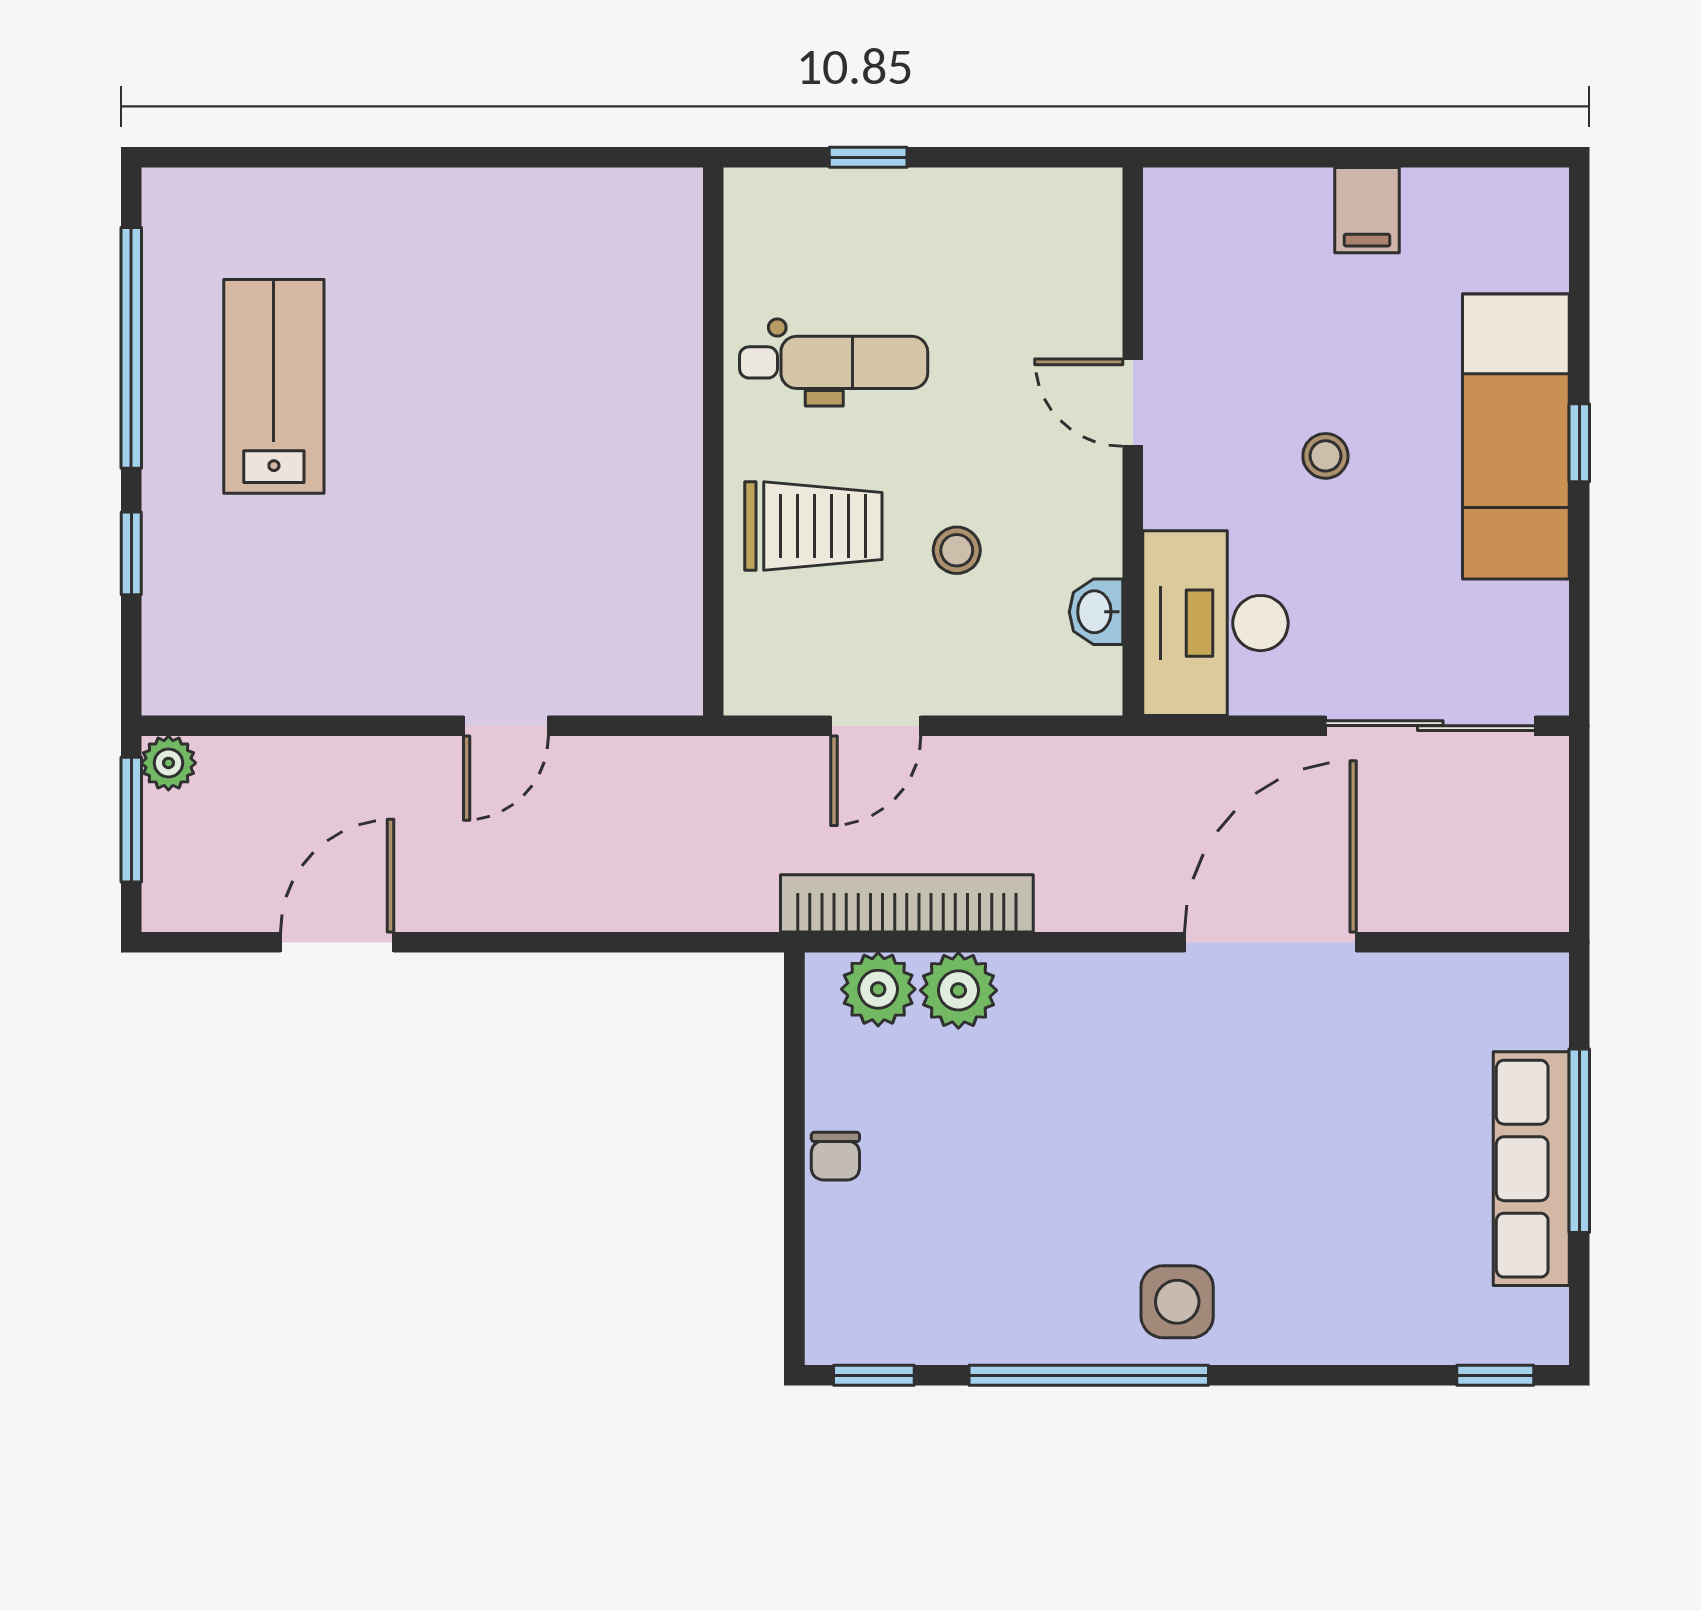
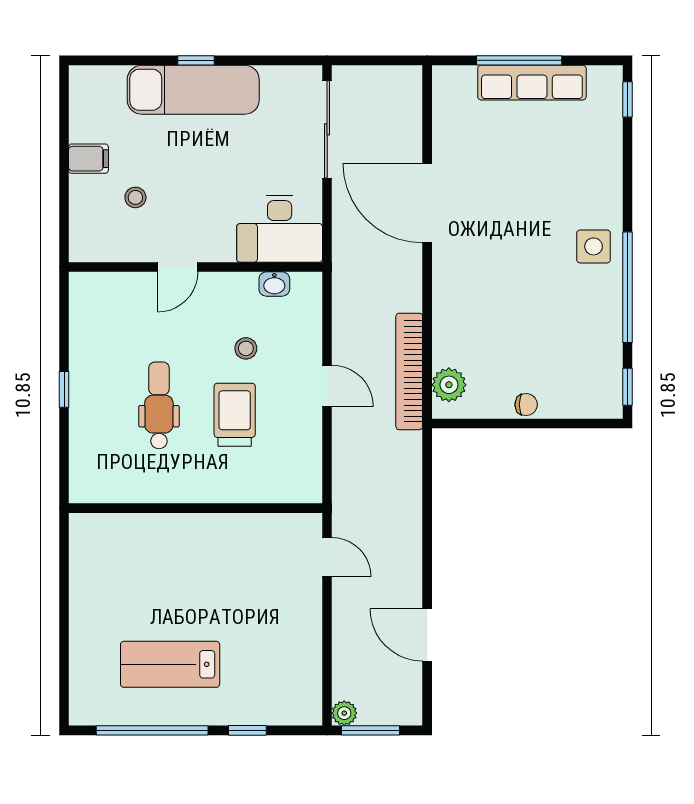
wall: (713, 441) -> (196, 508), moved
stool: (1325, 456) -> (135, 197), moved
plant: (958, 990) -> (449, 348), removed

